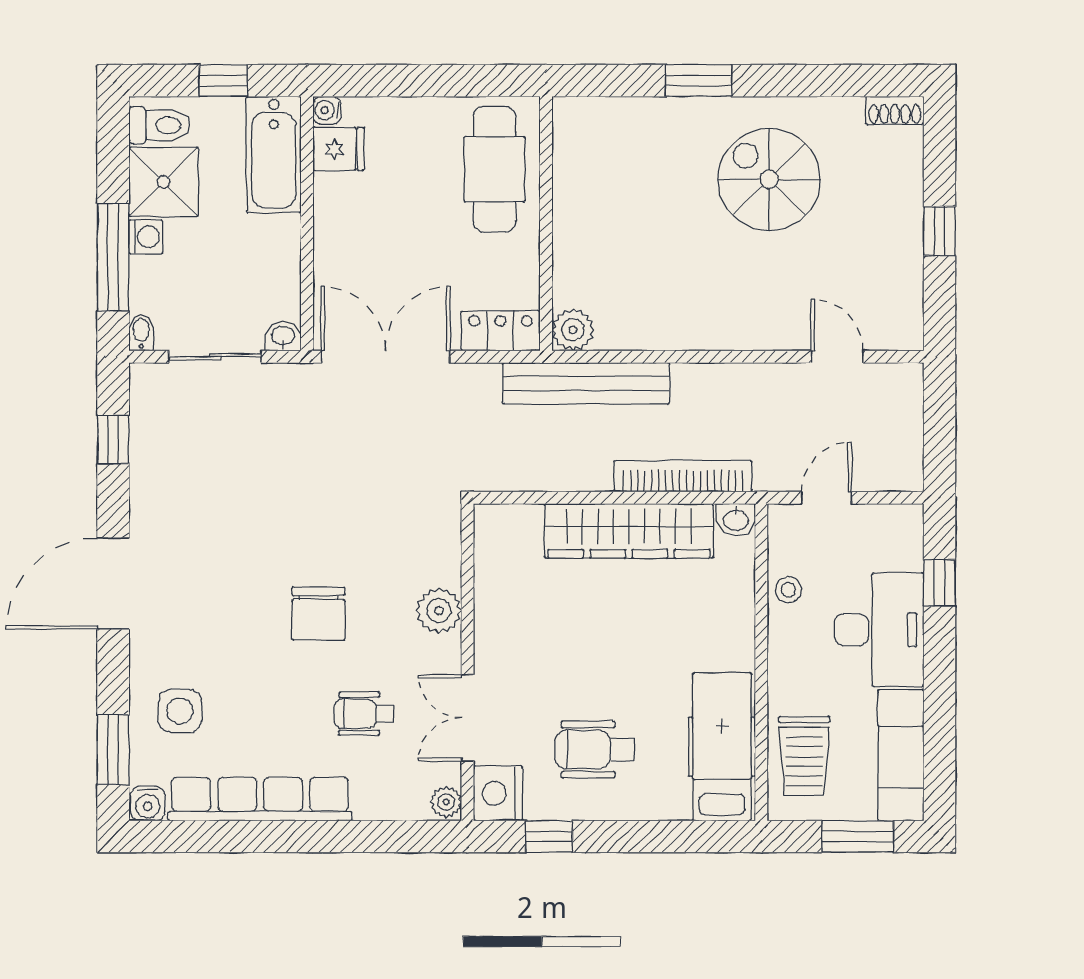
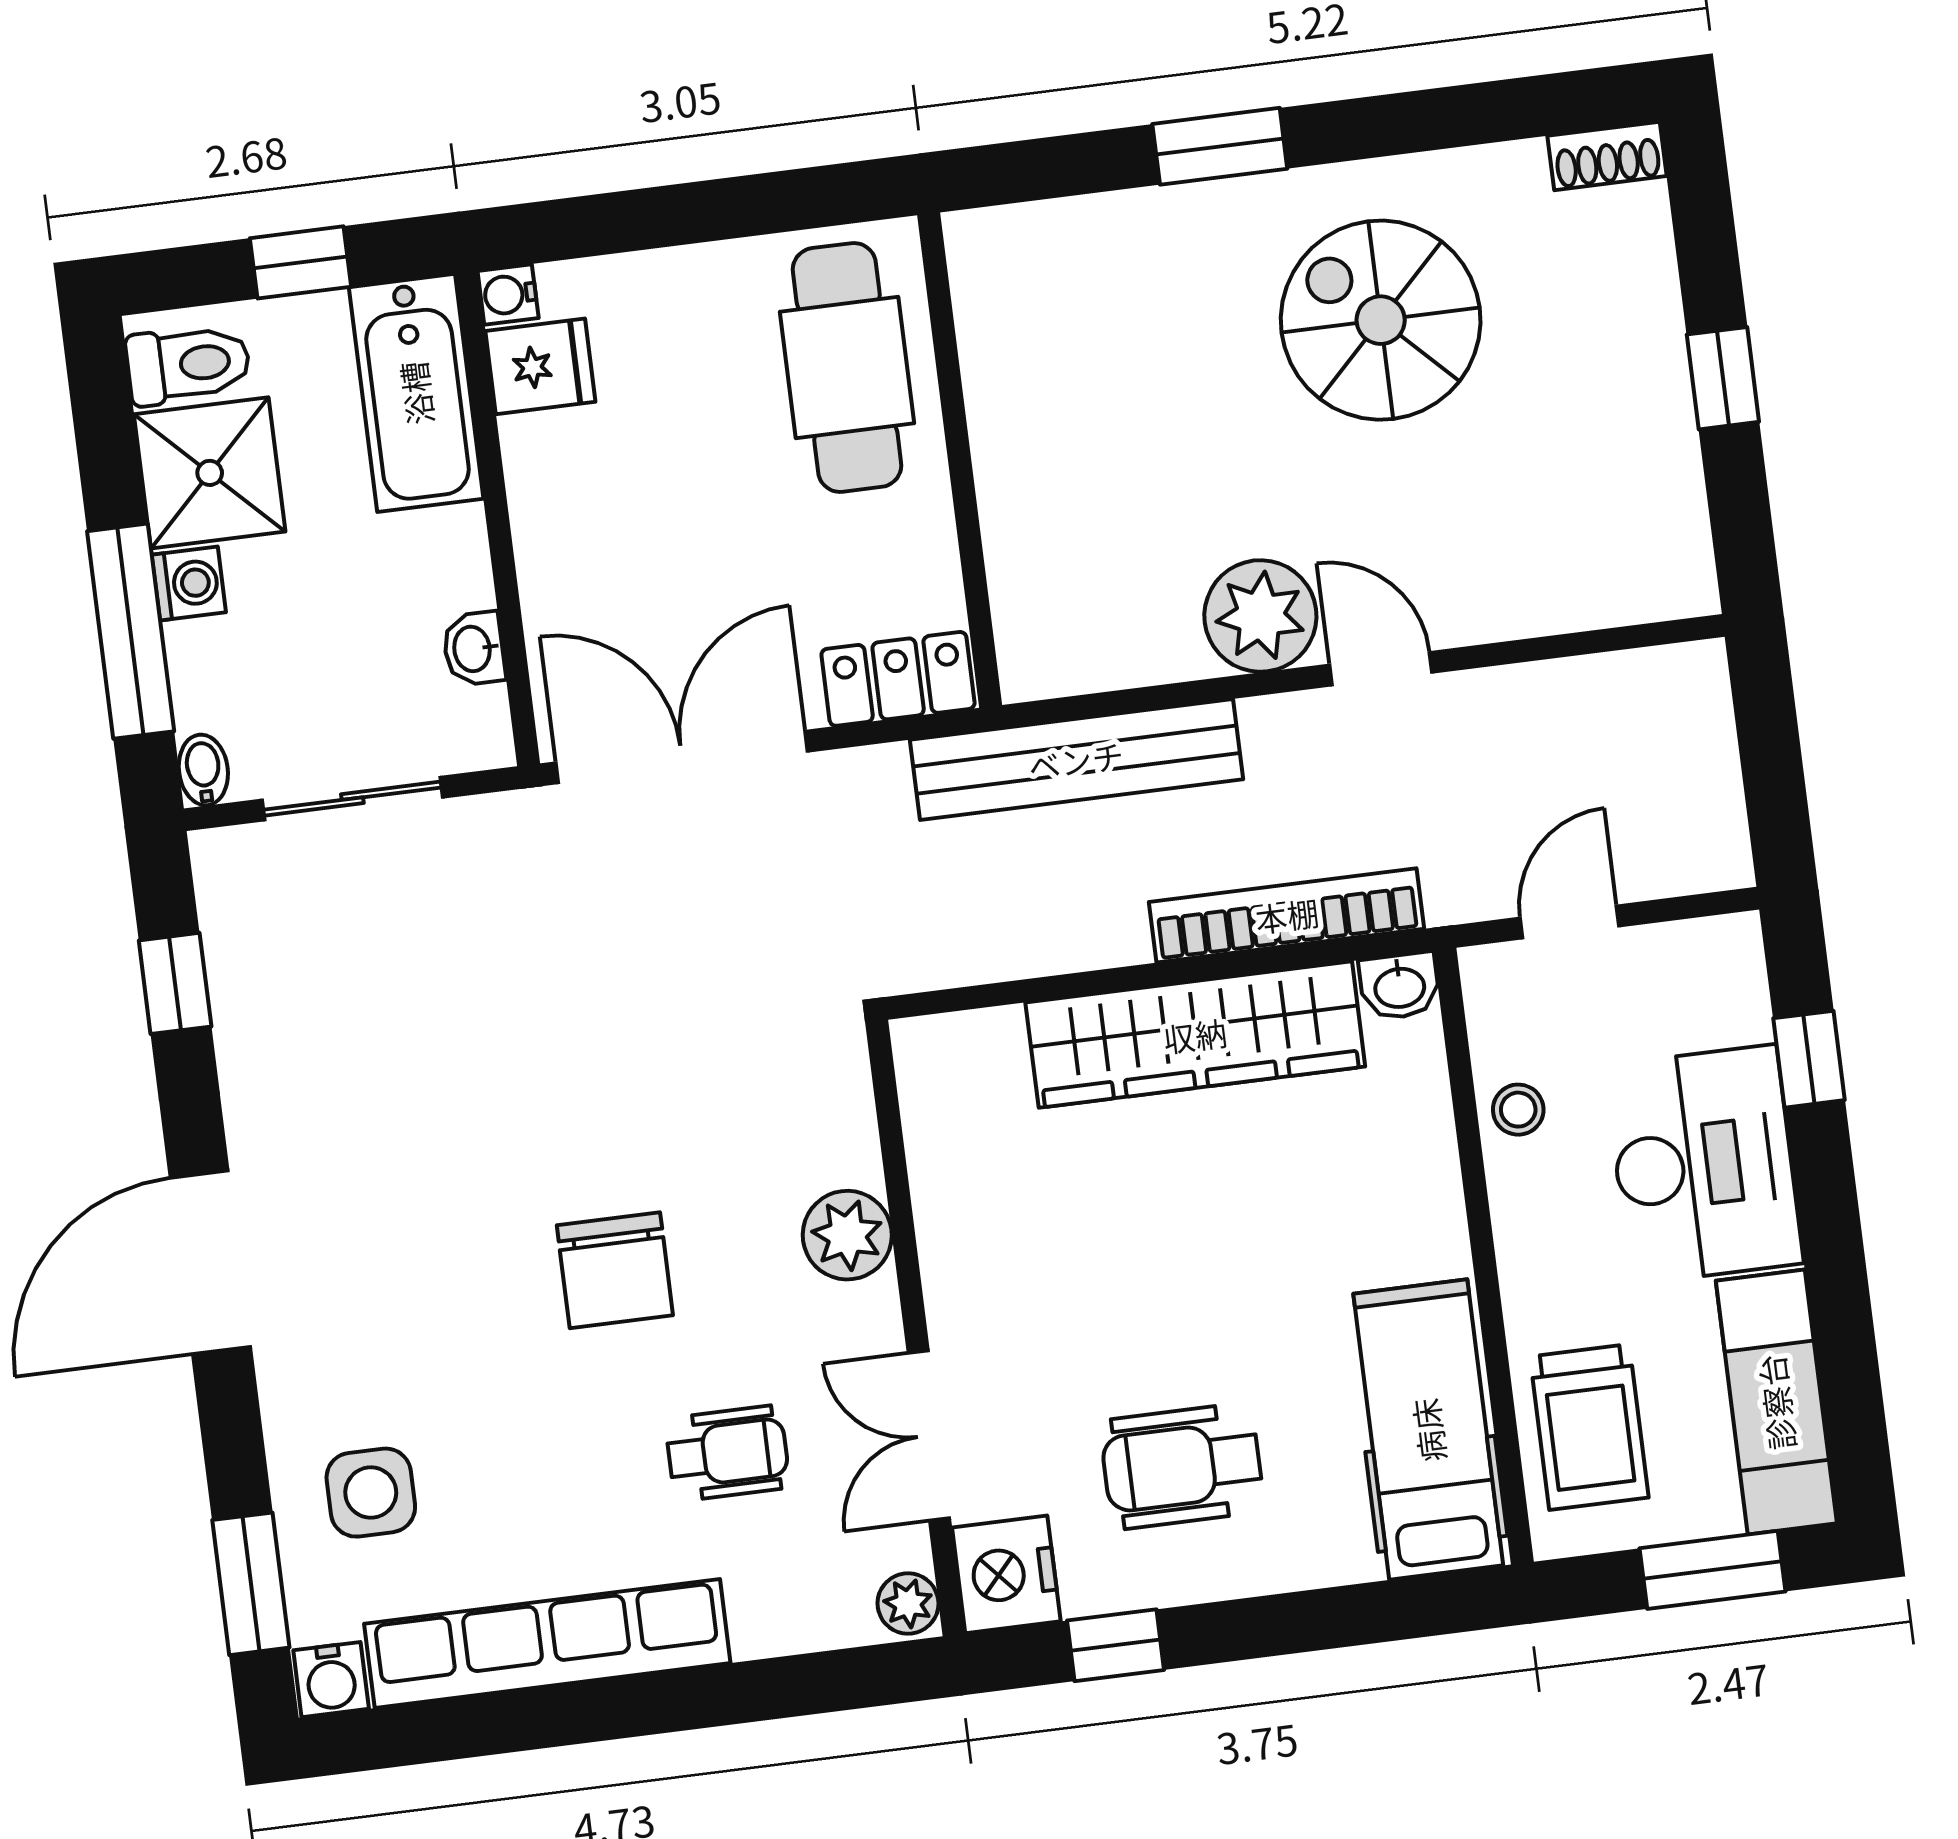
plant: (573, 330) -> (1260, 616), moved, width x1.36, depth x1.36
washbasin: (283, 336) -> (474, 649), moved, turned -90
door: (837, 357) -> (1381, 669), moved
wheelchair: (364, 714) -> (727, 1453), turned 180

